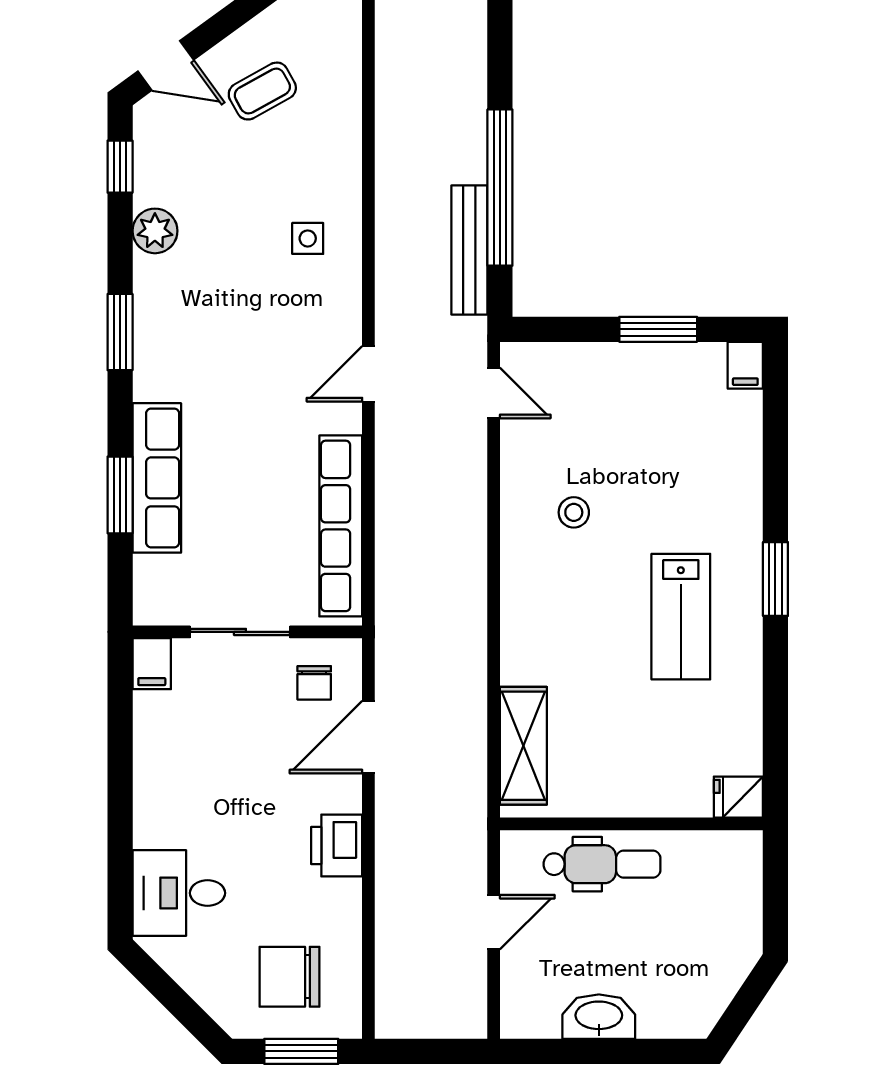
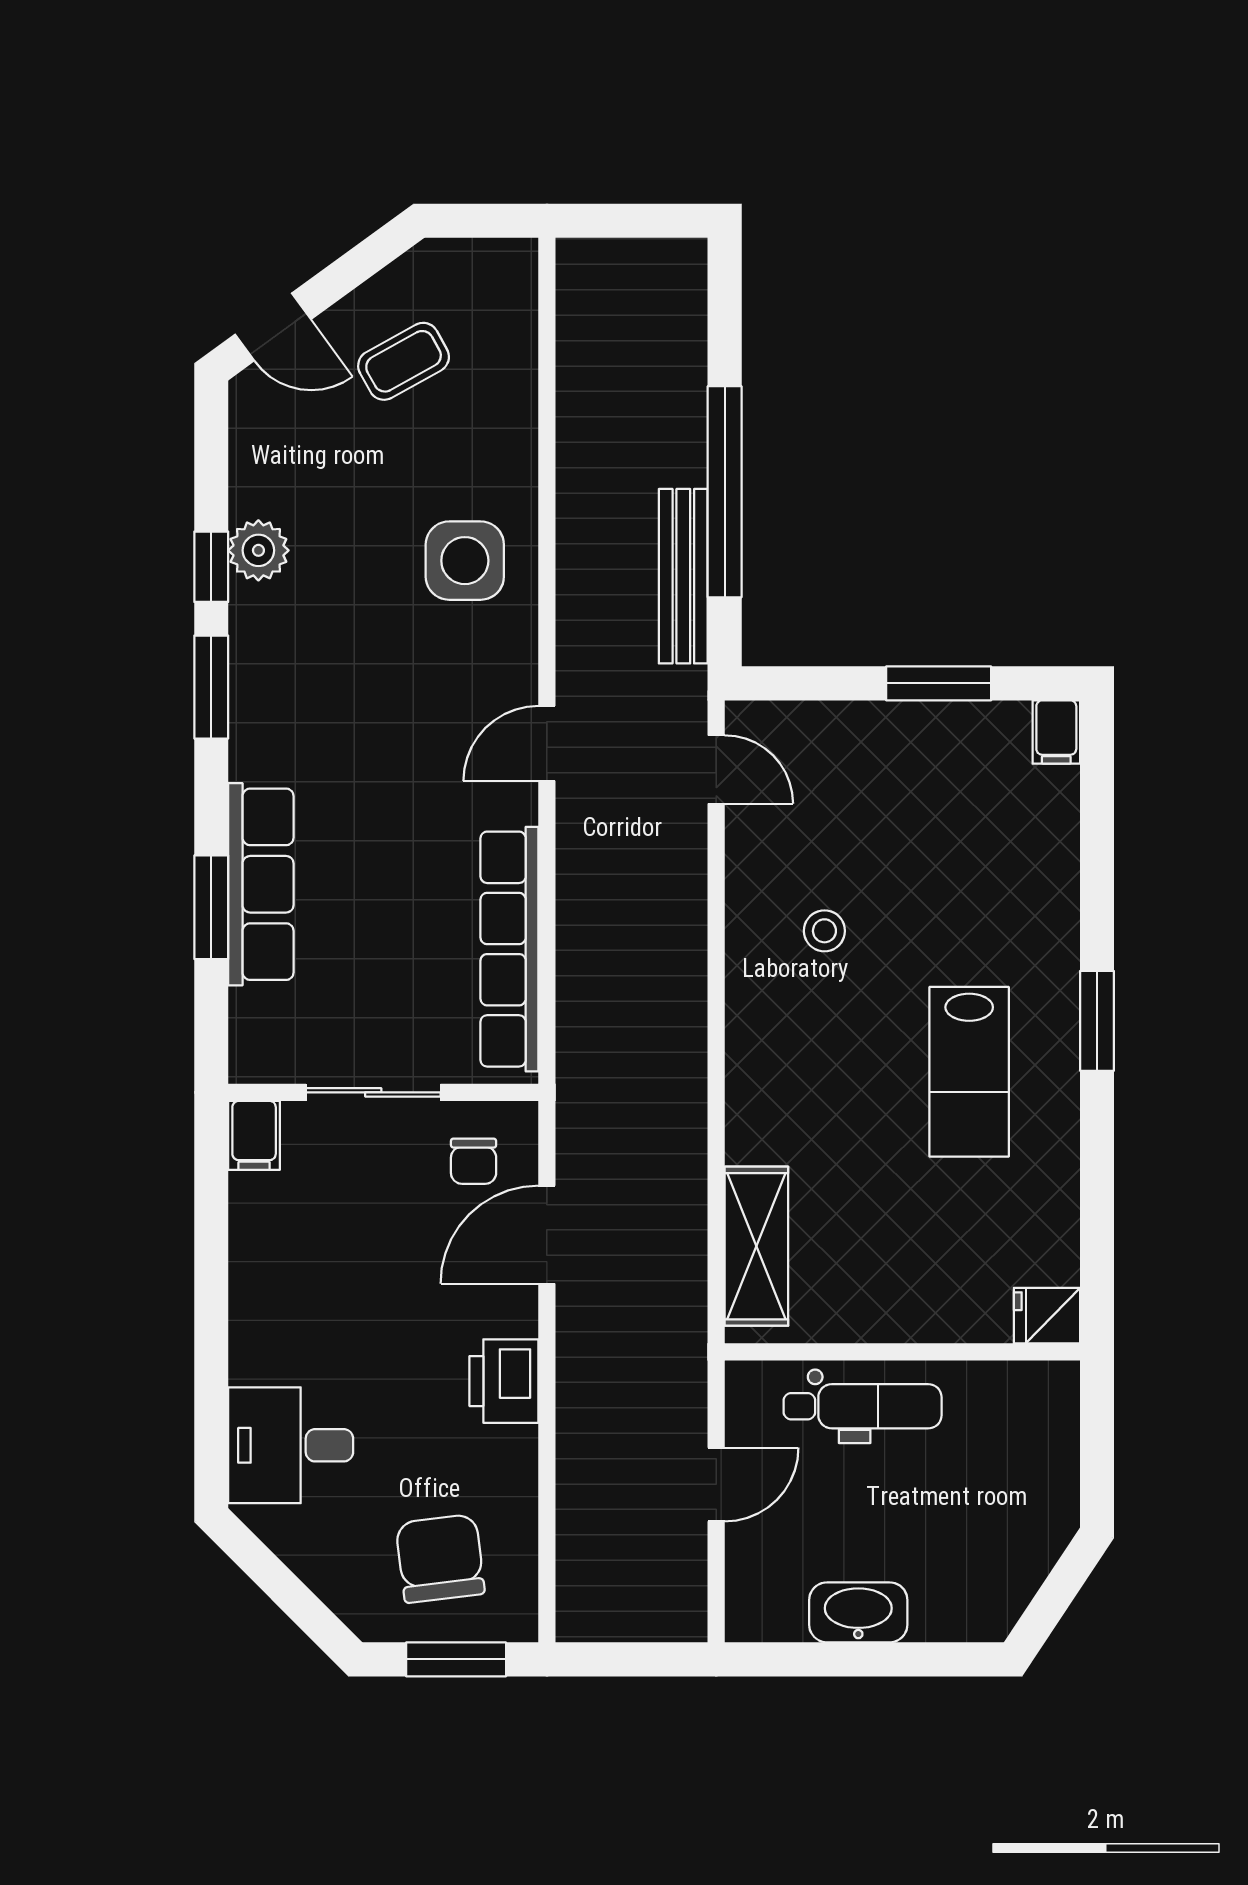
window: (120, 167) -> (211, 567), moved
side table: (308, 238) -> (465, 561), width x1.87, depth x1.87
chair: (289, 977) -> (440, 1558), turned 83

